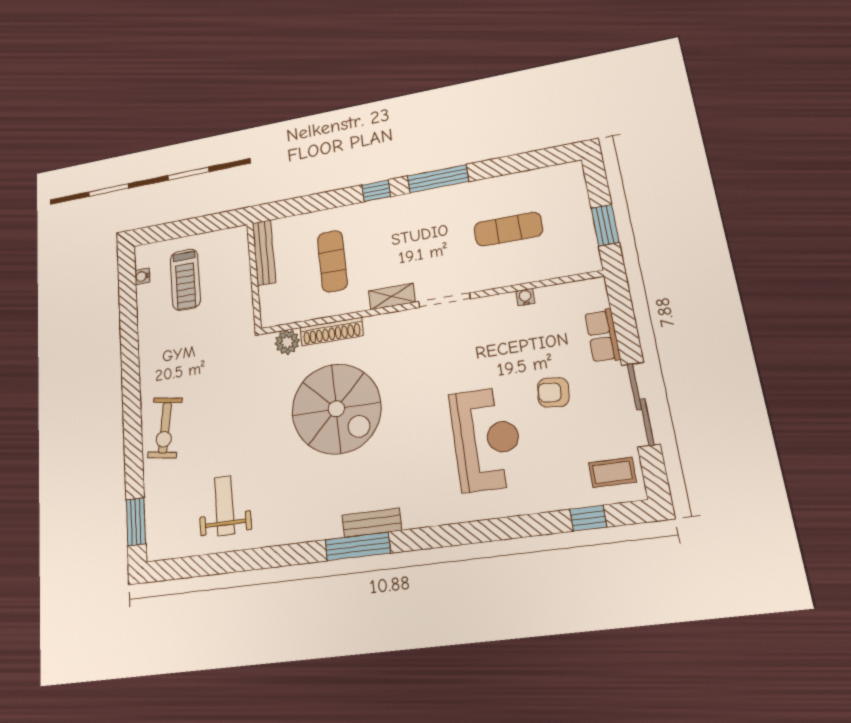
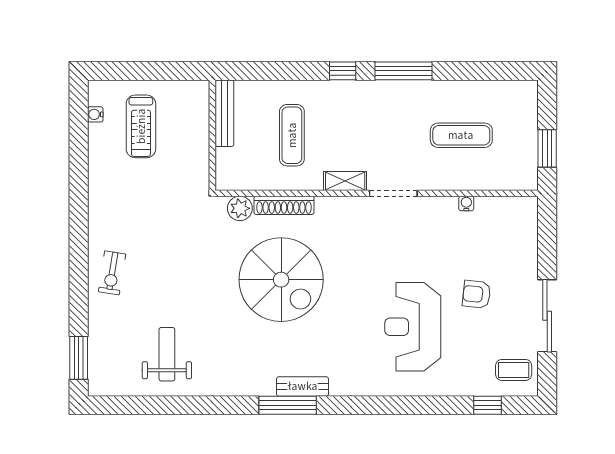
row of seats: (603, 336) -> (527, 251), removed
exercise bike: (165, 428) -> (112, 273), width x0.73, depth x0.72
reception desk: (486, 439) -> (413, 327), turned 180

